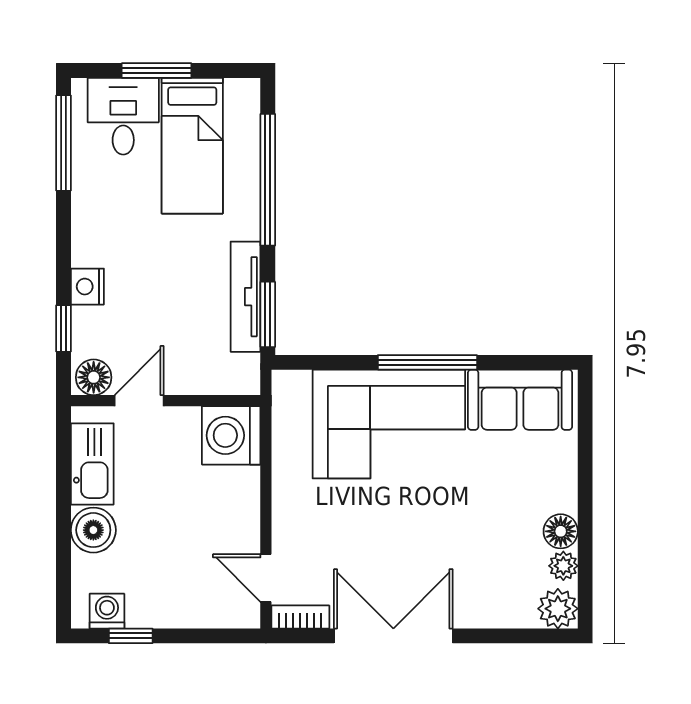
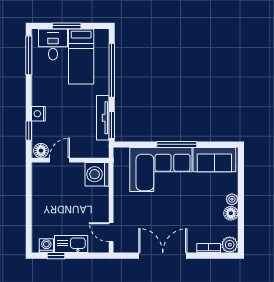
kitchen sink: (92, 464) -> (71, 244), moved, turned -90
boiler: (93, 530) -> (41, 213), removed
plant: (563, 566) -> (232, 199), moved
bookcase: (300, 617) -> (209, 248), moved

